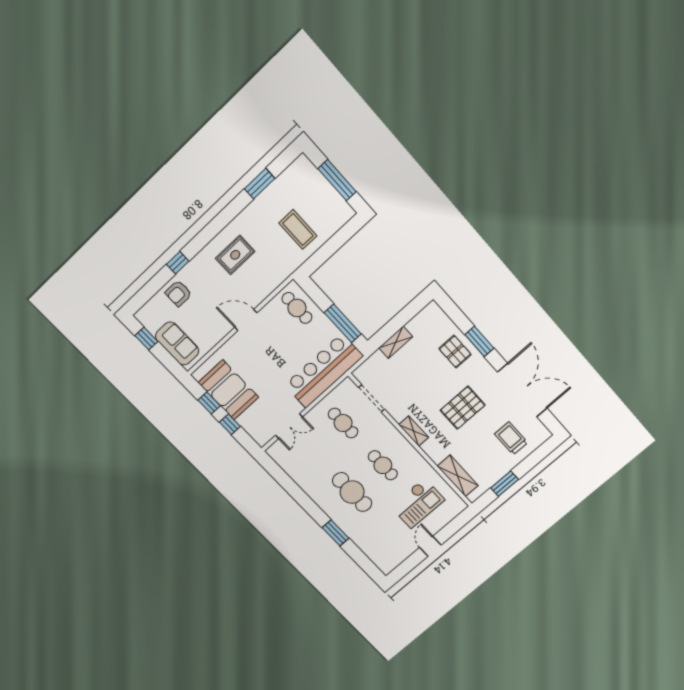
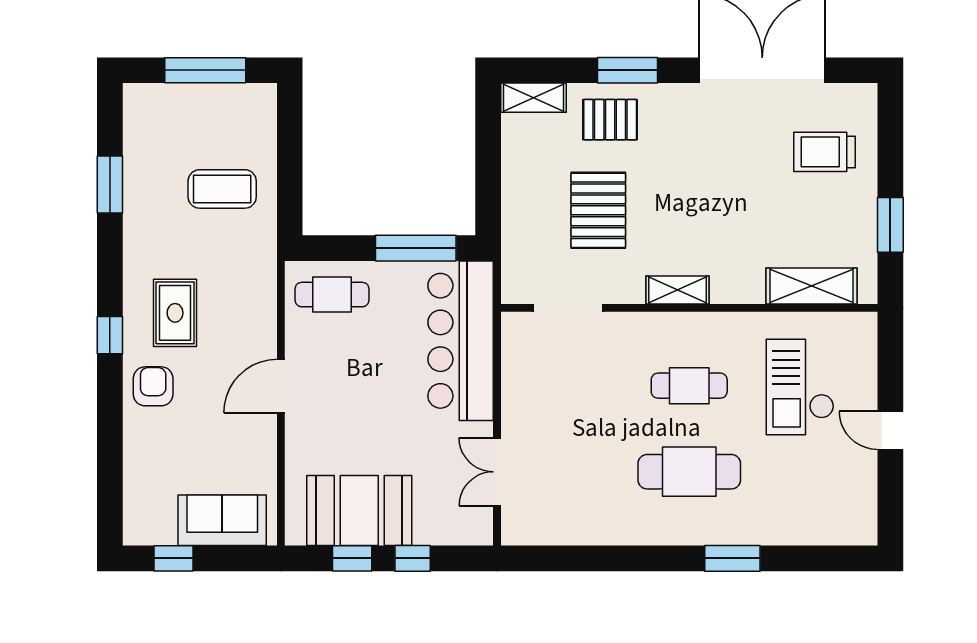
window: (178, 263) -> (110, 335), moved
armchair: (178, 293) -> (153, 386), moved, turned 180
shelving: (396, 342) -> (533, 98), moved, turned 90
pallet: (463, 408) -> (598, 210), moved
cafe table: (343, 423) -> (567, 386), removed
double door: (289, 426) -> (497, 472), swing flipped
checkout: (418, 503) -> (800, 387), turned 180

